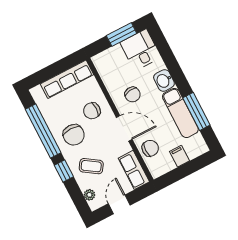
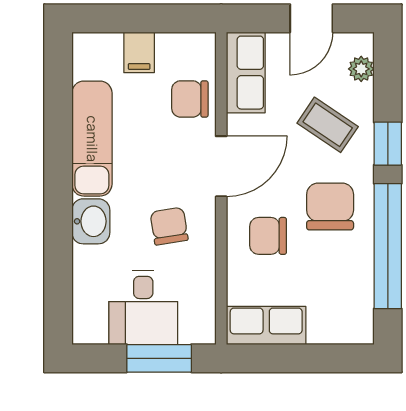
window: (122, 35) -> (159, 358), moved
desk: (140, 50) -> (143, 307), moved
row of seats: (67, 79) -> (266, 326), width x0.68
chair: (92, 111) -> (268, 236), turned 180
window: (196, 111) -> (58, 125), removed
door: (124, 128) -> (221, 166), swing flipped

